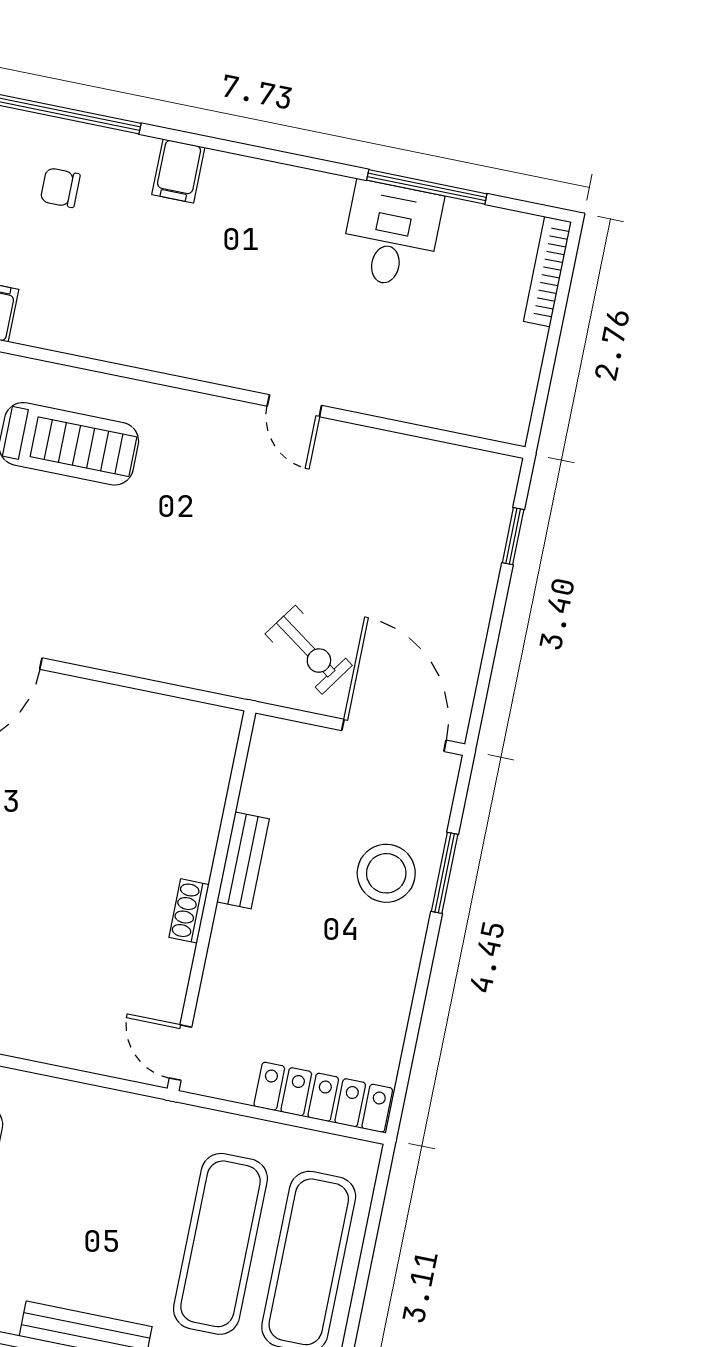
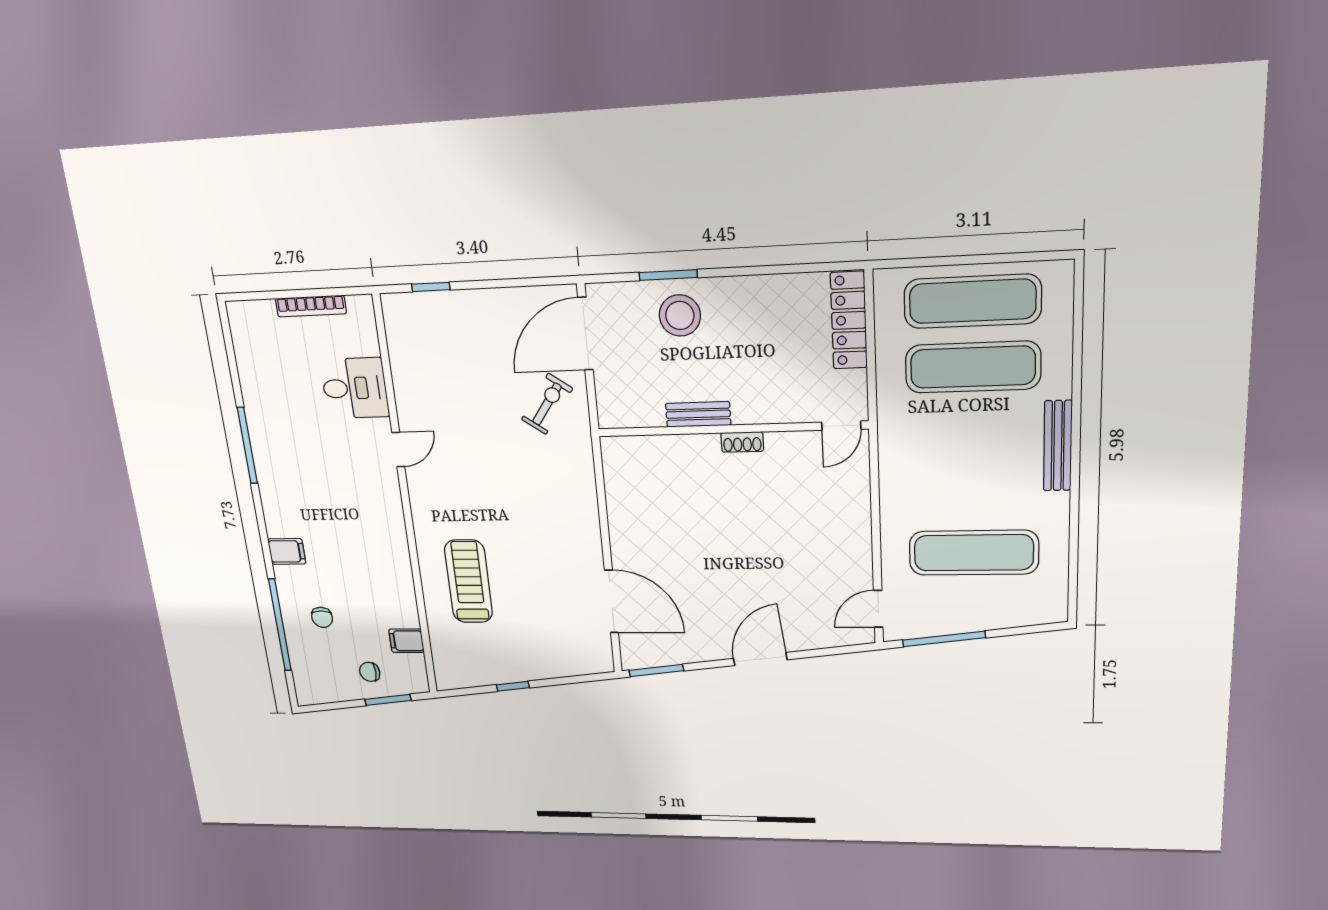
window: (427, 187) -> (247, 446), moved
desk: (391, 235) -> (355, 388), moved, turned 180
bookcase: (547, 272) -> (311, 306), moved

